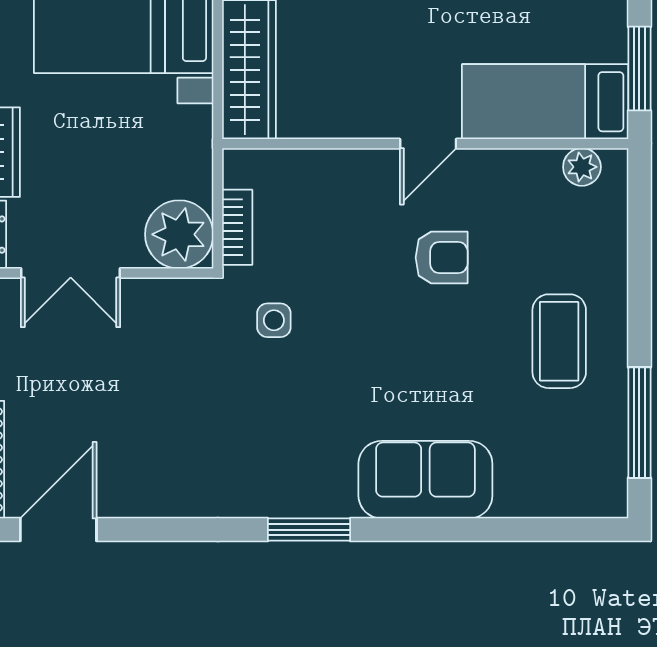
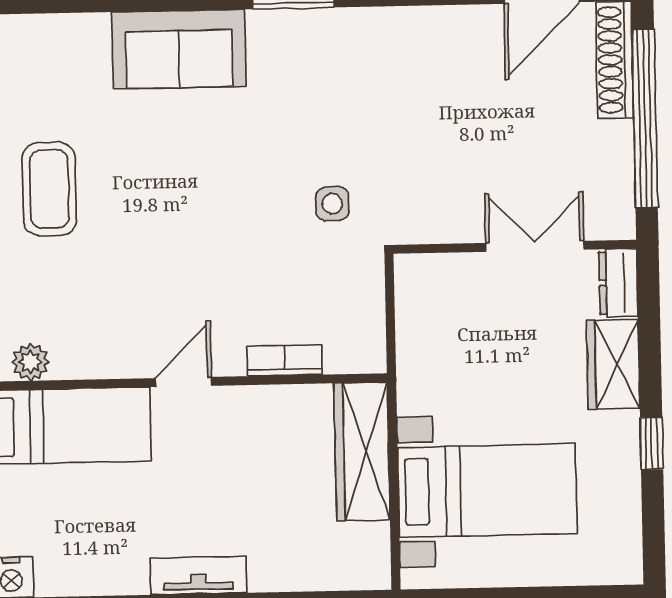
bookcase: (237, 227) -> (284, 360), moved, turned 90
plant: (179, 234) -> (428, 287), removed
armchair: (442, 258) -> (168, 269), removed

